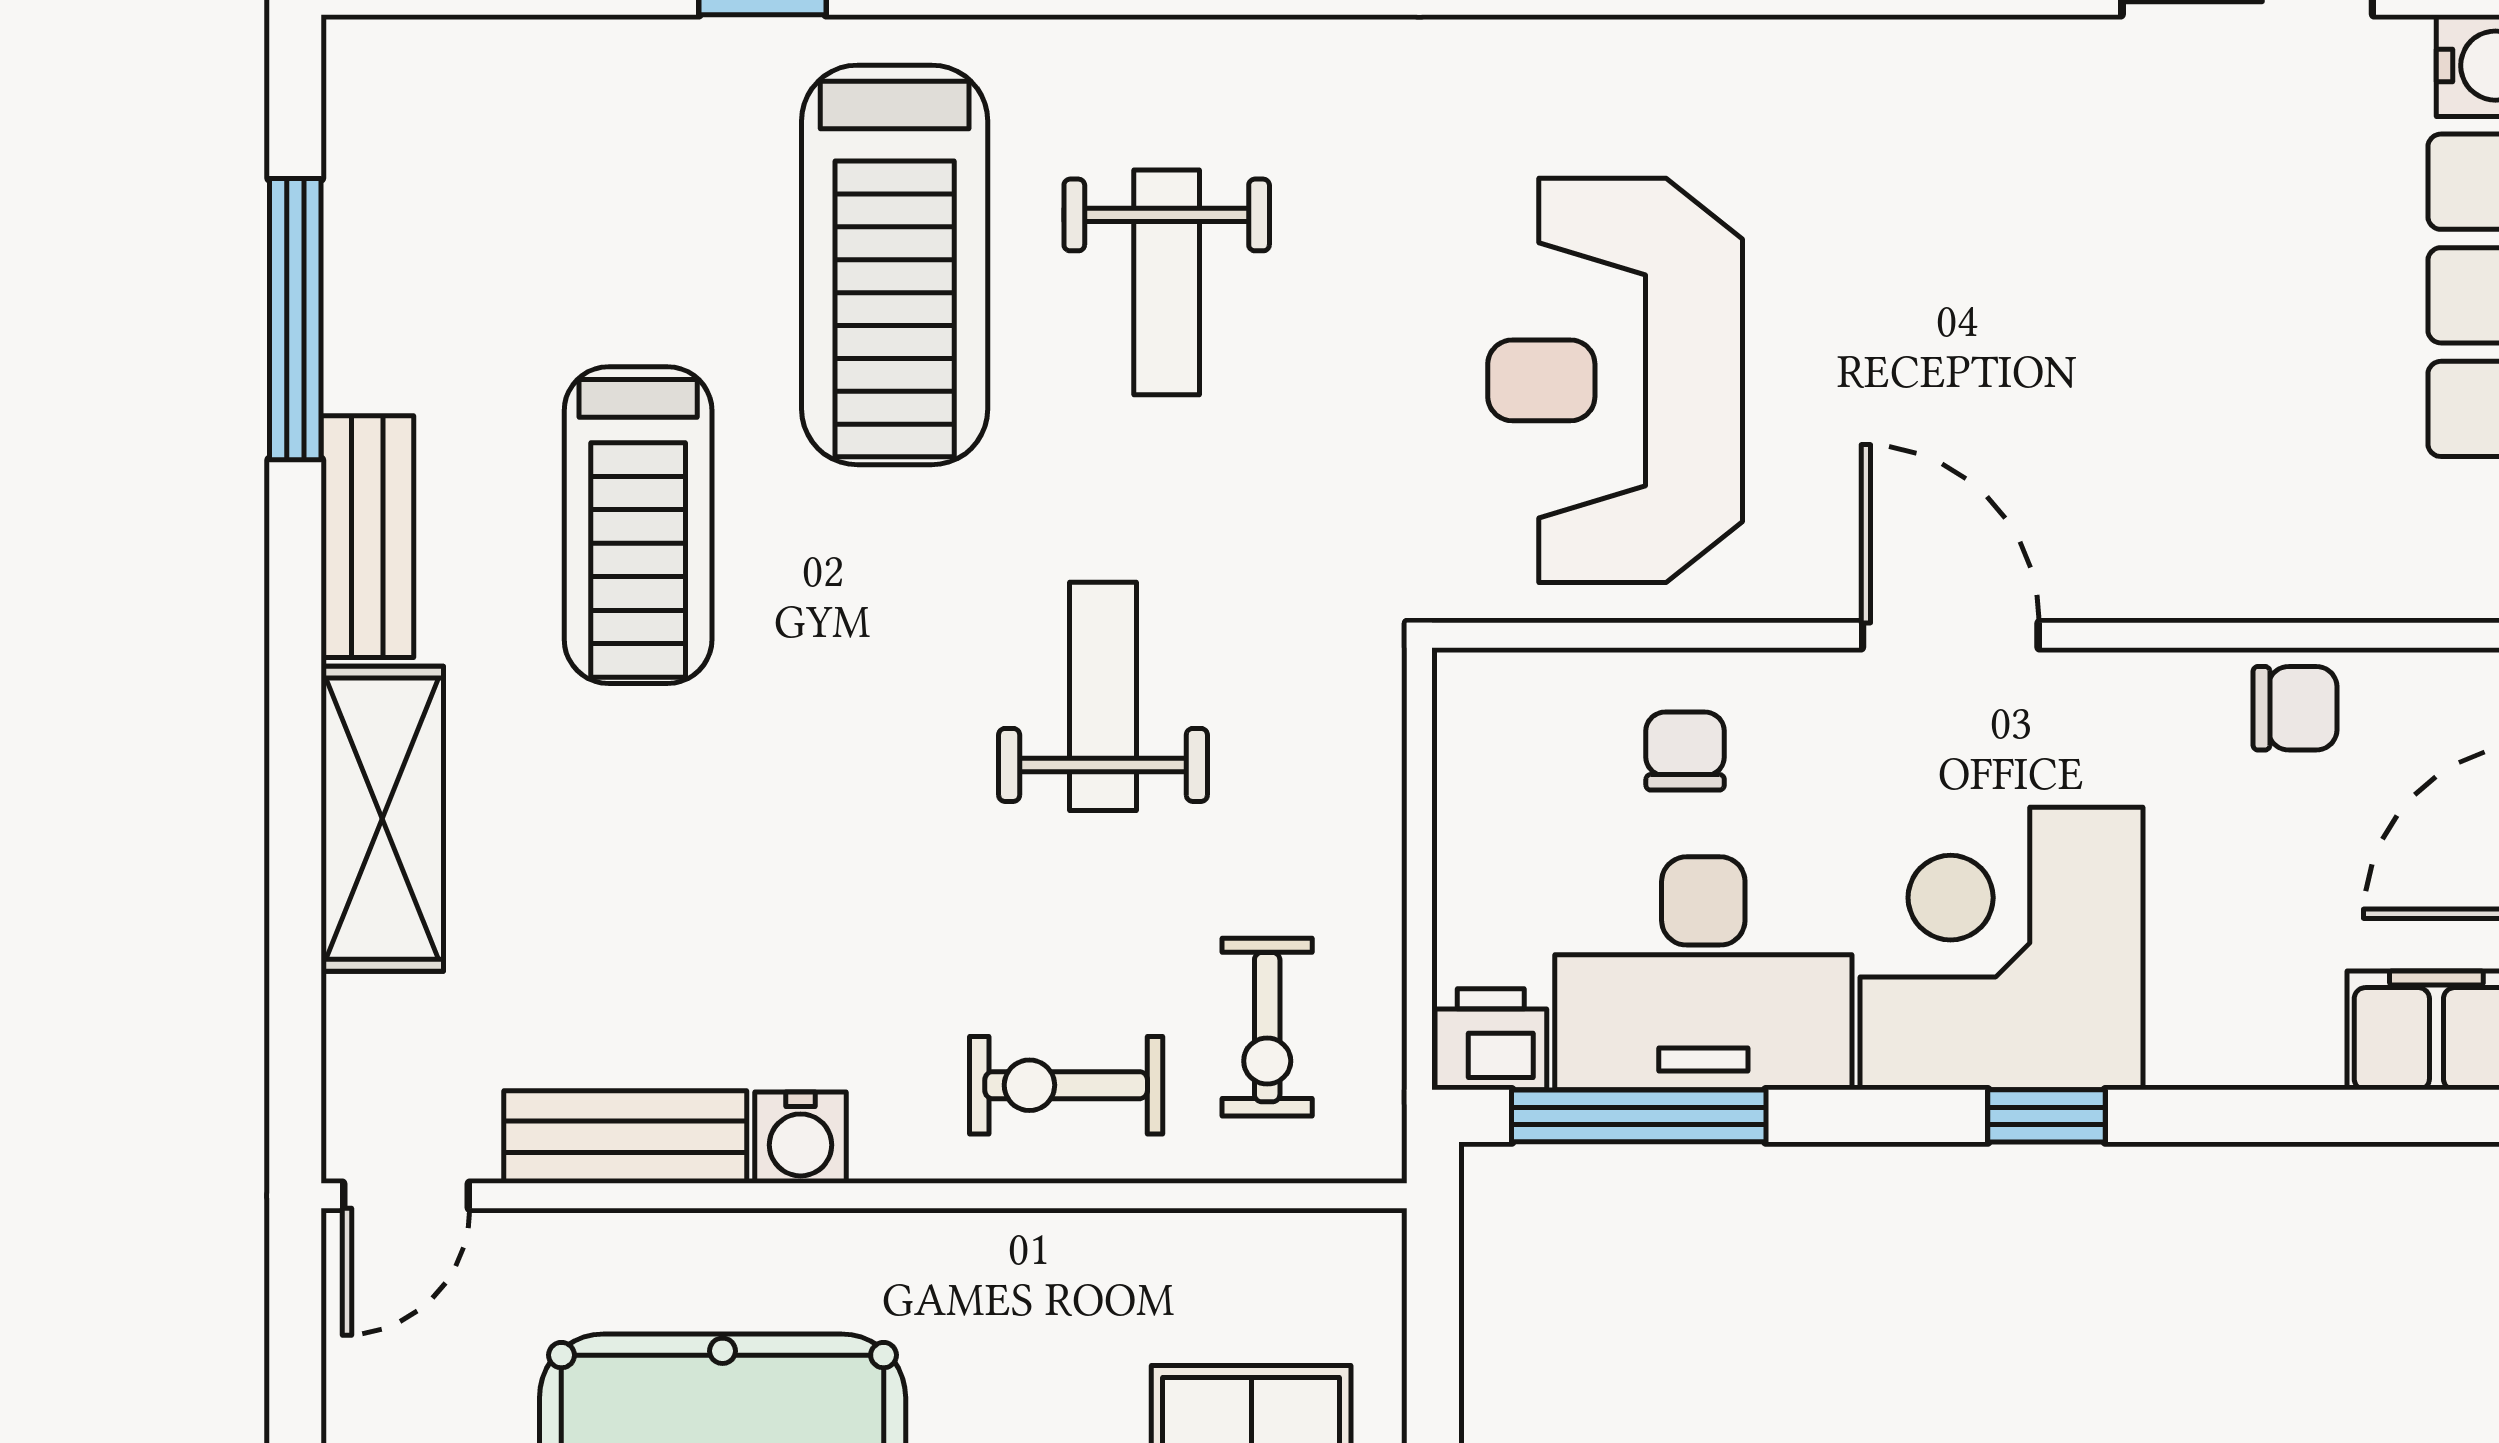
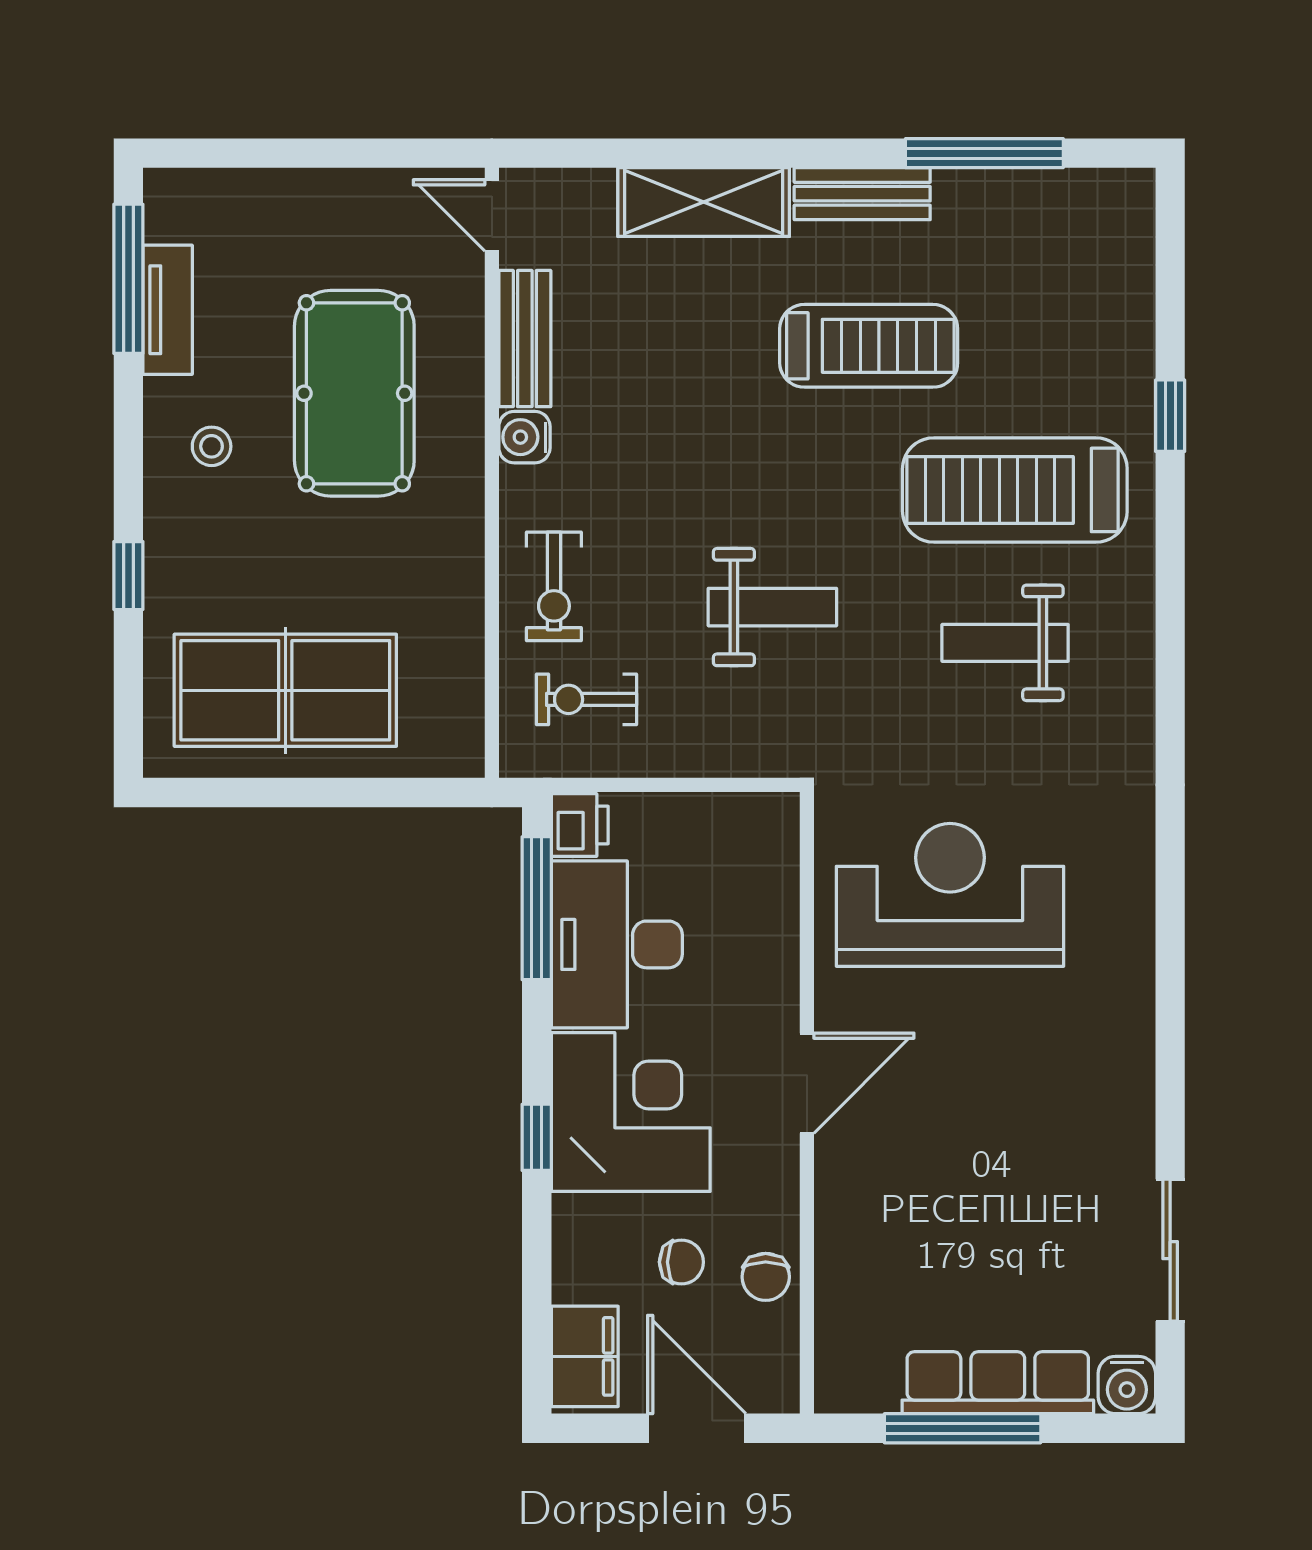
treadmill: (638, 525) -> (869, 346), turned 180
chair: (1685, 751) -> (681, 1262), moved
exercise bike: (1066, 1085) -> (554, 586), turned 180

